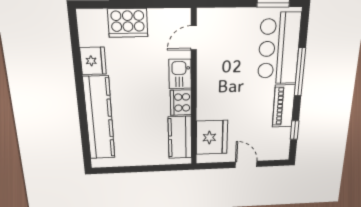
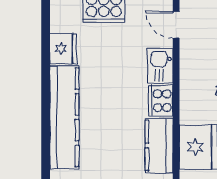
door: (194, 38) -> (176, 25), hinge flipped

